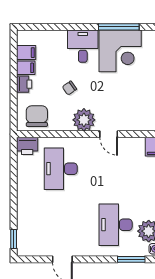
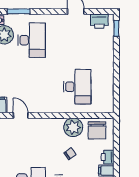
plant: (84, 120) -> (73, 127), moved
door: (109, 134) -> (21, 115), moved
printer: (27, 146) -> (99, 21), moved, turned 180

